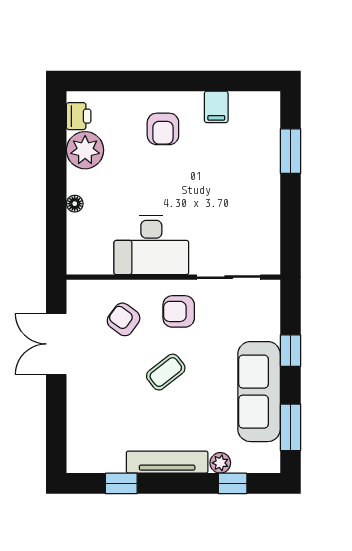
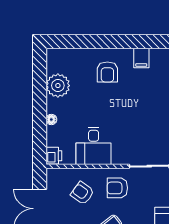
printer: (79, 116) -> (54, 156), moved
desk: (151, 245) -> (94, 146), width x0.73

